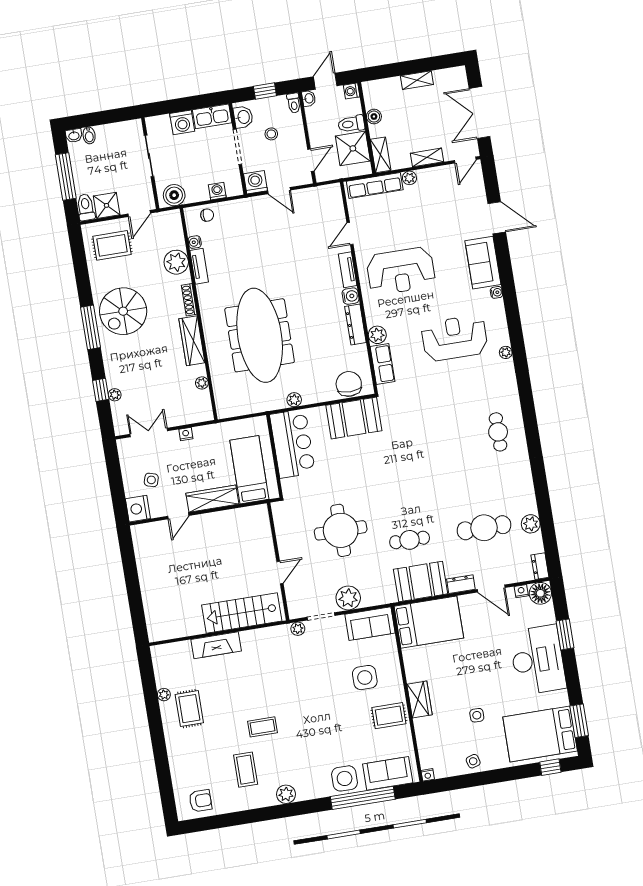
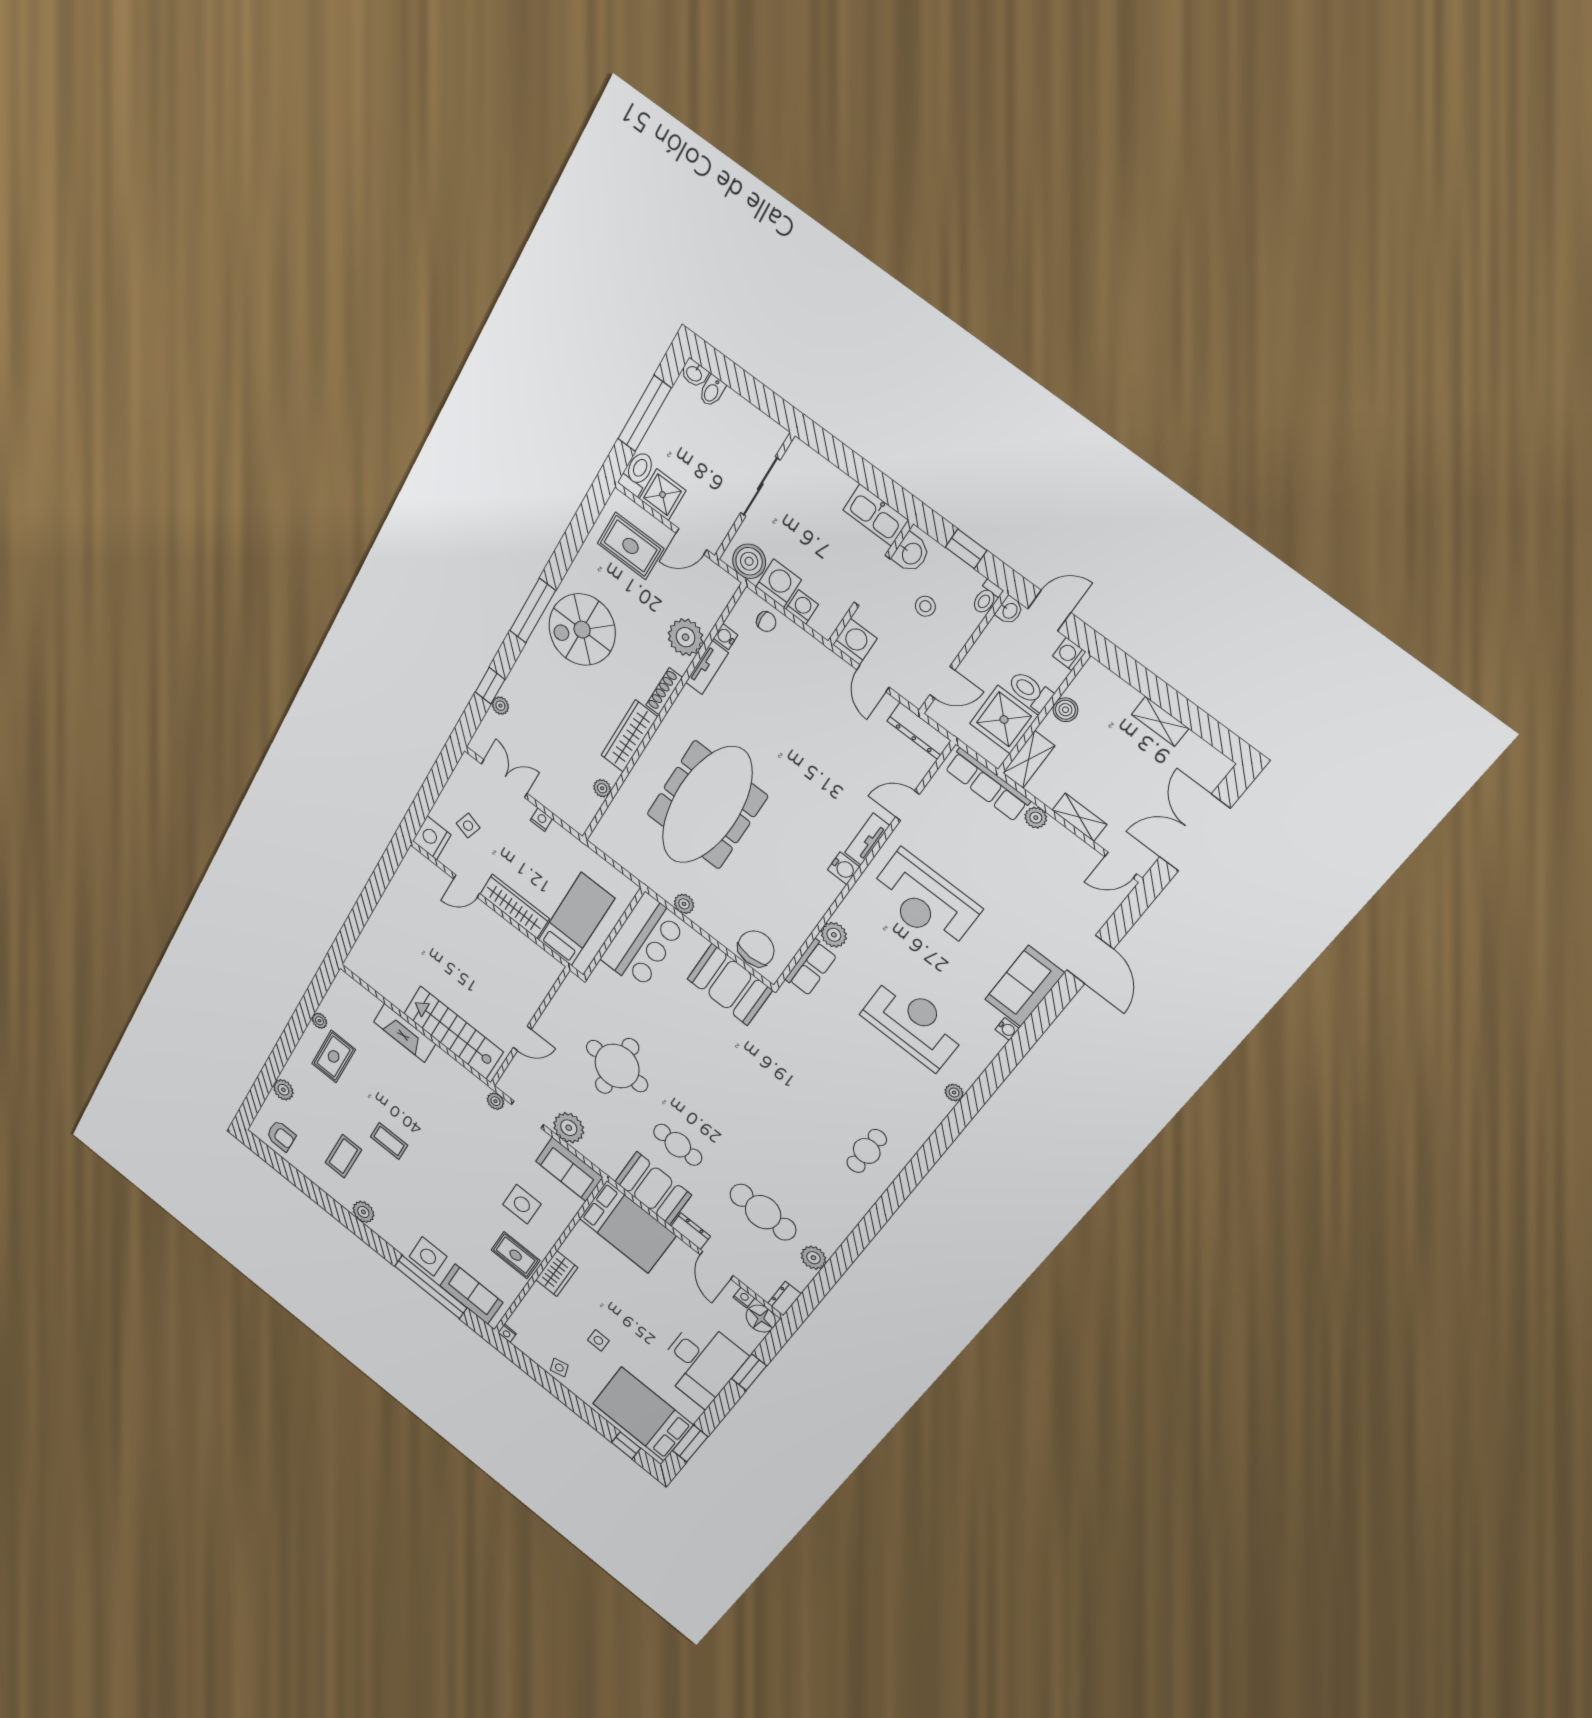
washing machine: (182, 122) -> (779, 583), moved, turned 180
dresser: (355, 325) -> (919, 731), moved, turned -90
plant: (178, 767) -> (283, 1090), added

